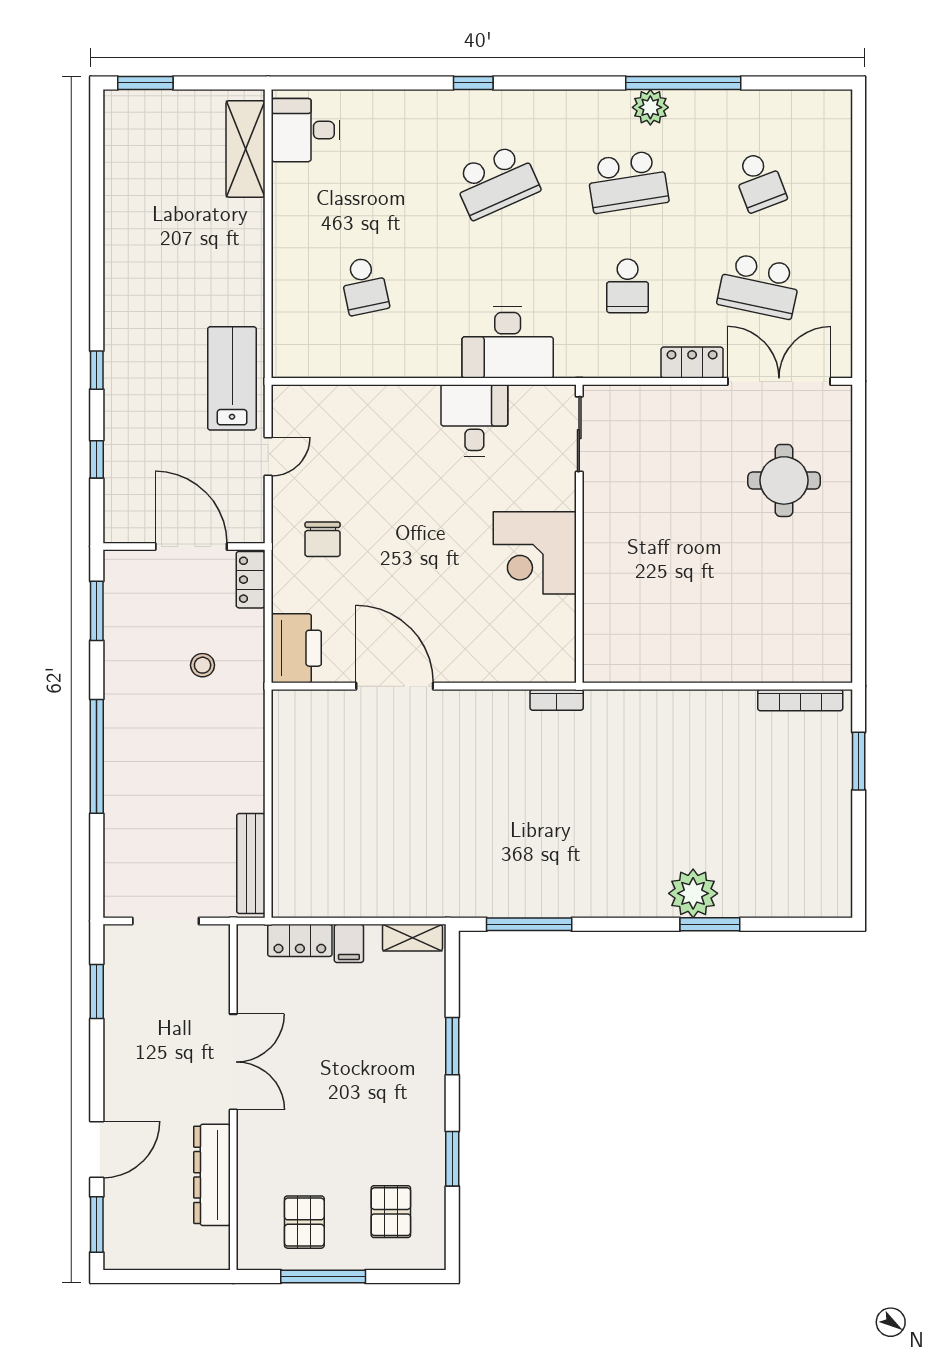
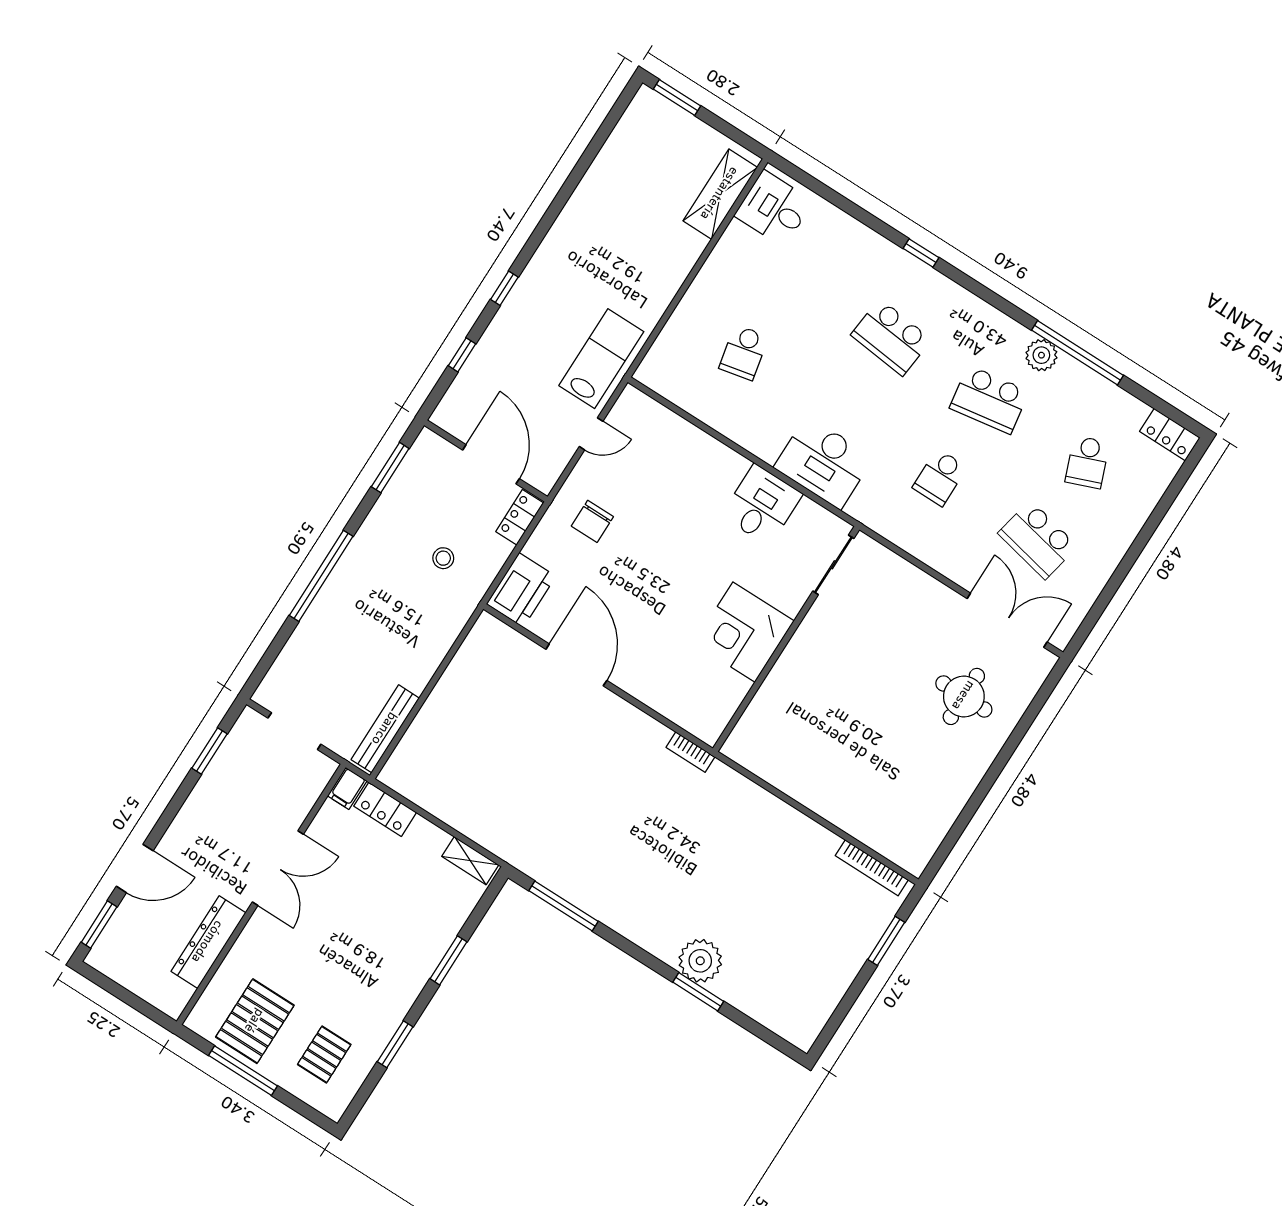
school desk: (496, 182) -> (891, 337), turned 30
locker: (692, 363) -> (1170, 435), moved, turned 180
filing cabinet: (349, 943) -> (347, 788), moved
pallet: (304, 1222) -> (255, 1021), width x1.50, depth x1.42

